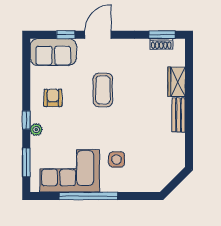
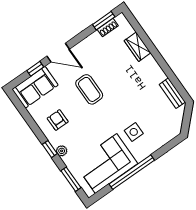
door: (98, 35) -> (58, 53), swing flipped
bench: (179, 115) -> (172, 93), moved

